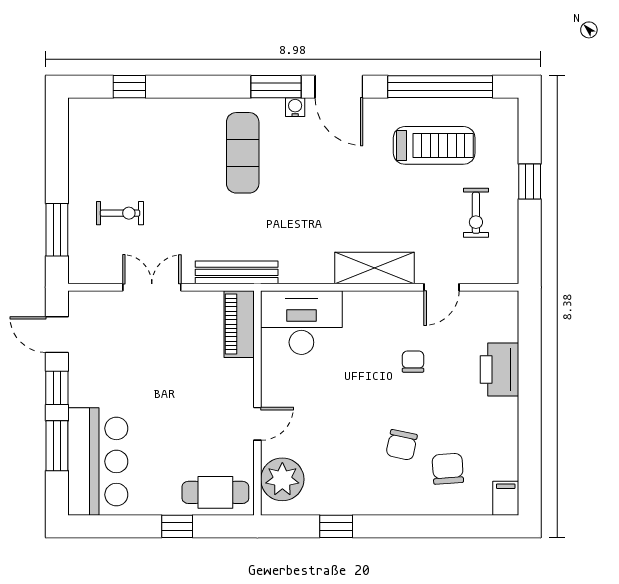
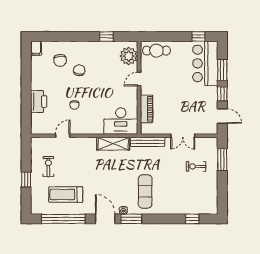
shelving: (375, 268) -> (113, 144), moved
piano: (239, 324) -> (147, 109), moved
window: (177, 526) -> (199, 36), moved

